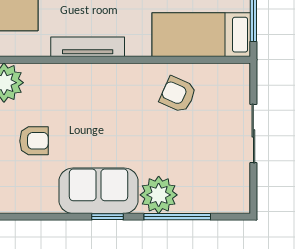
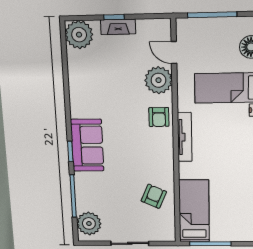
armchair: (34, 141) -> (159, 117), moved
plant: (159, 195) -> (89, 223), moved

